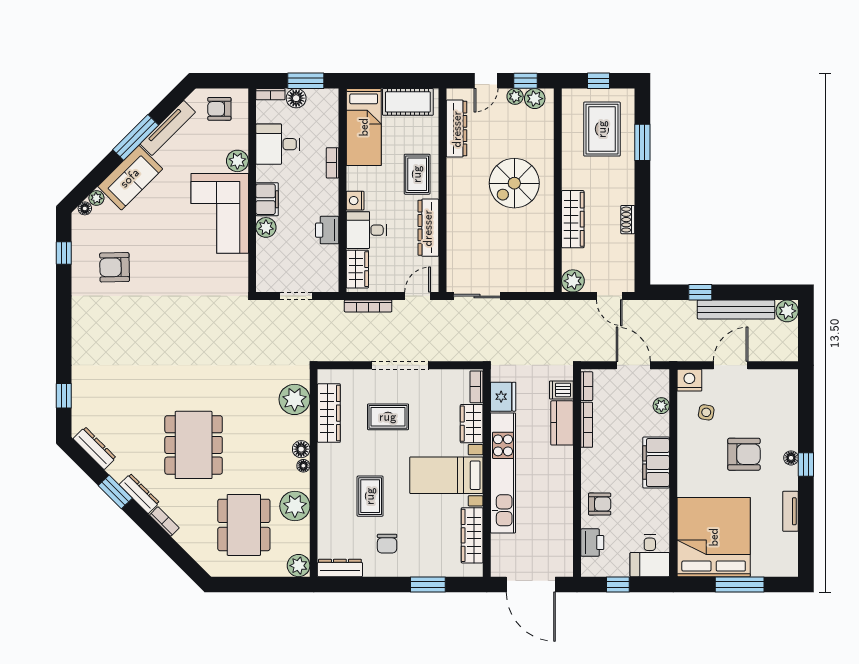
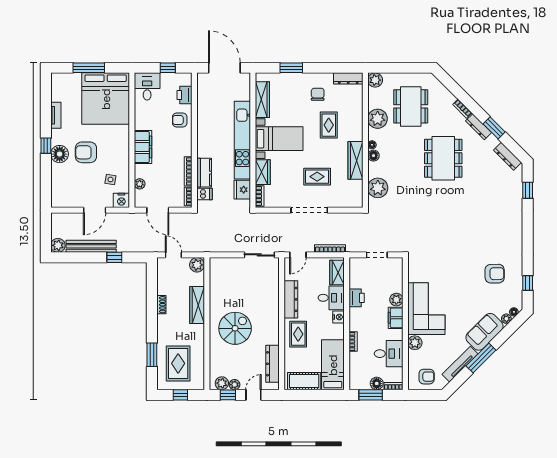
wardrobe: (329, 413) -> (355, 160), moved
floor lamp: (791, 458) -> (60, 154), width x1.89, depth x1.89

